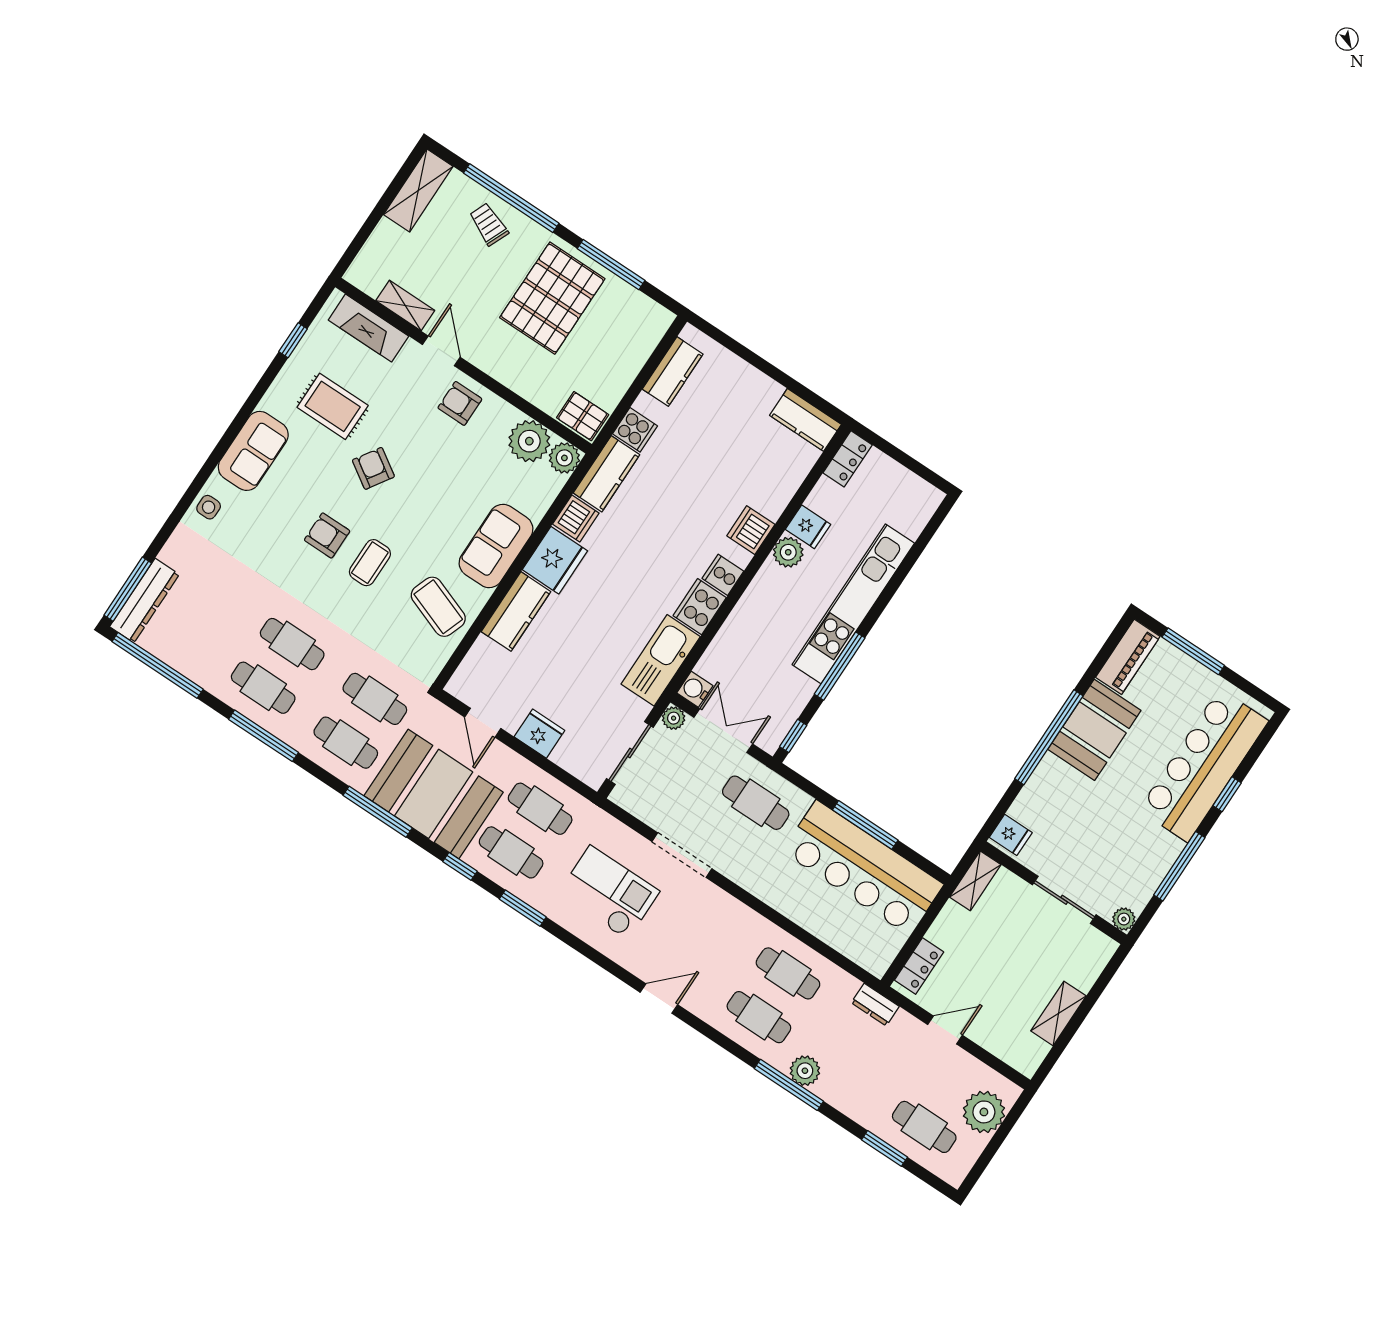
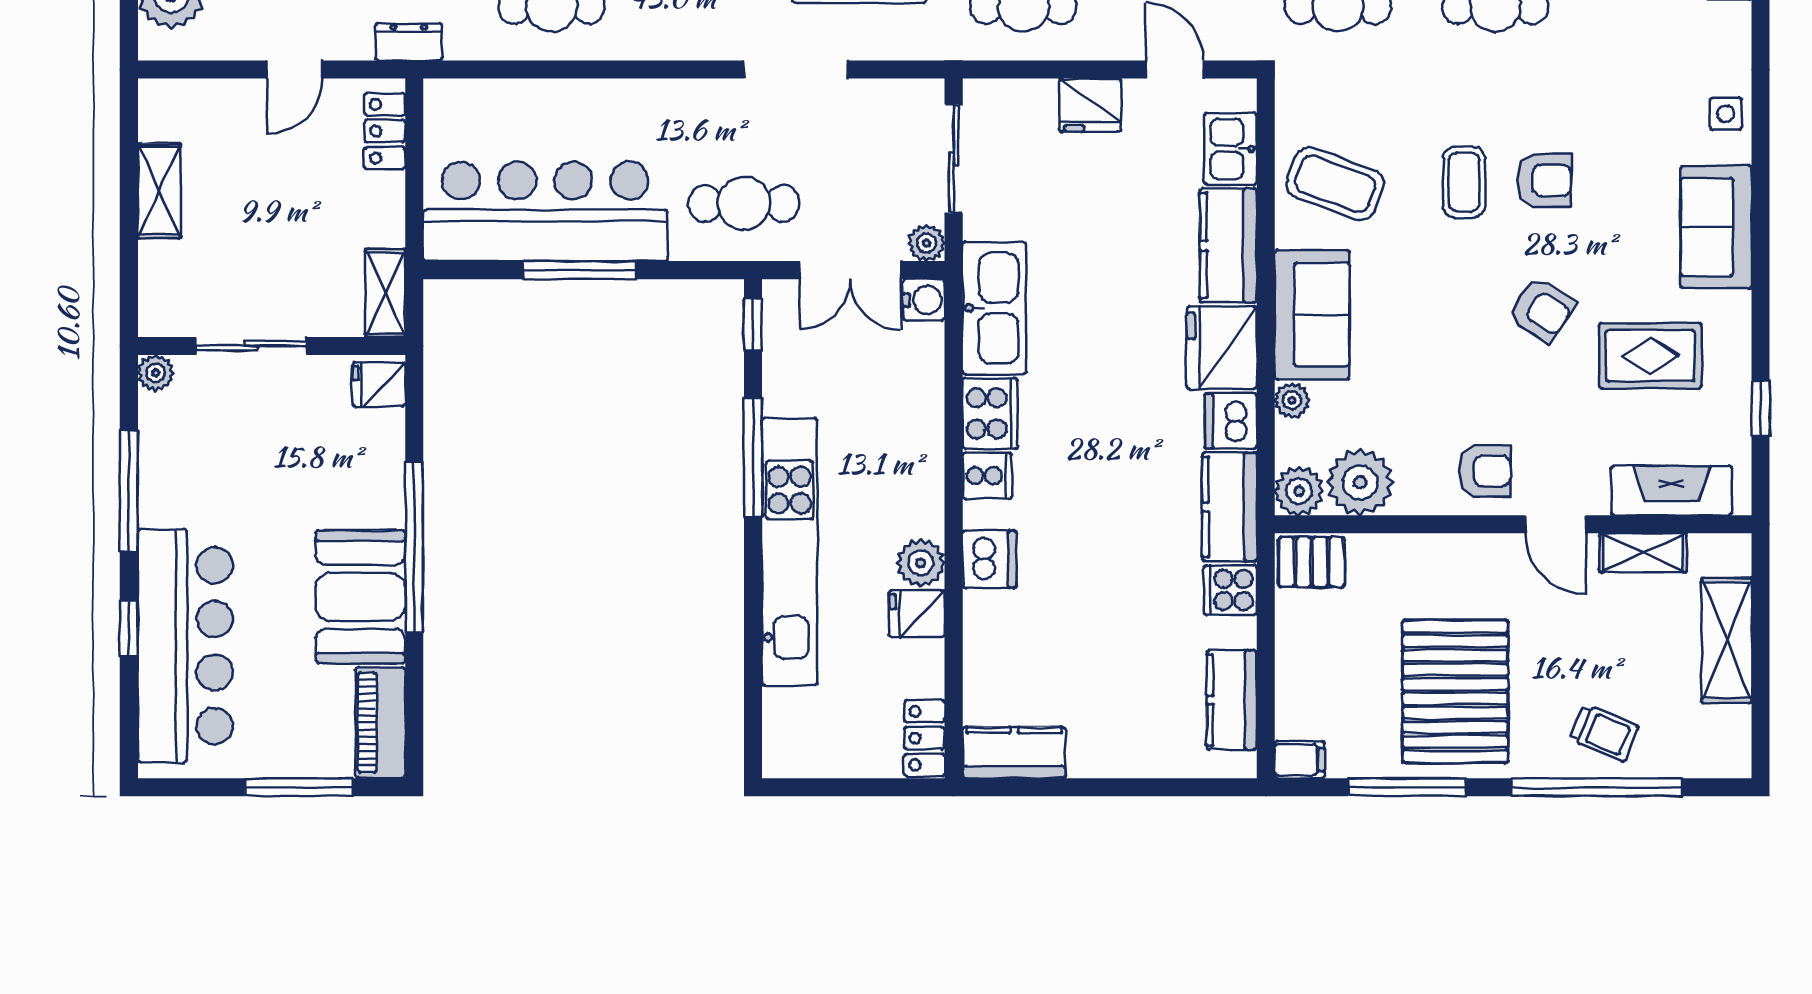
shelving: (418, 190) -> (1727, 640), moved
filing cabinet: (658, 317) -> (1300, 760), added
plant: (536, 508) -> (1292, 400), added
kitchen sink: (481, 662) -> (1231, 149), added

